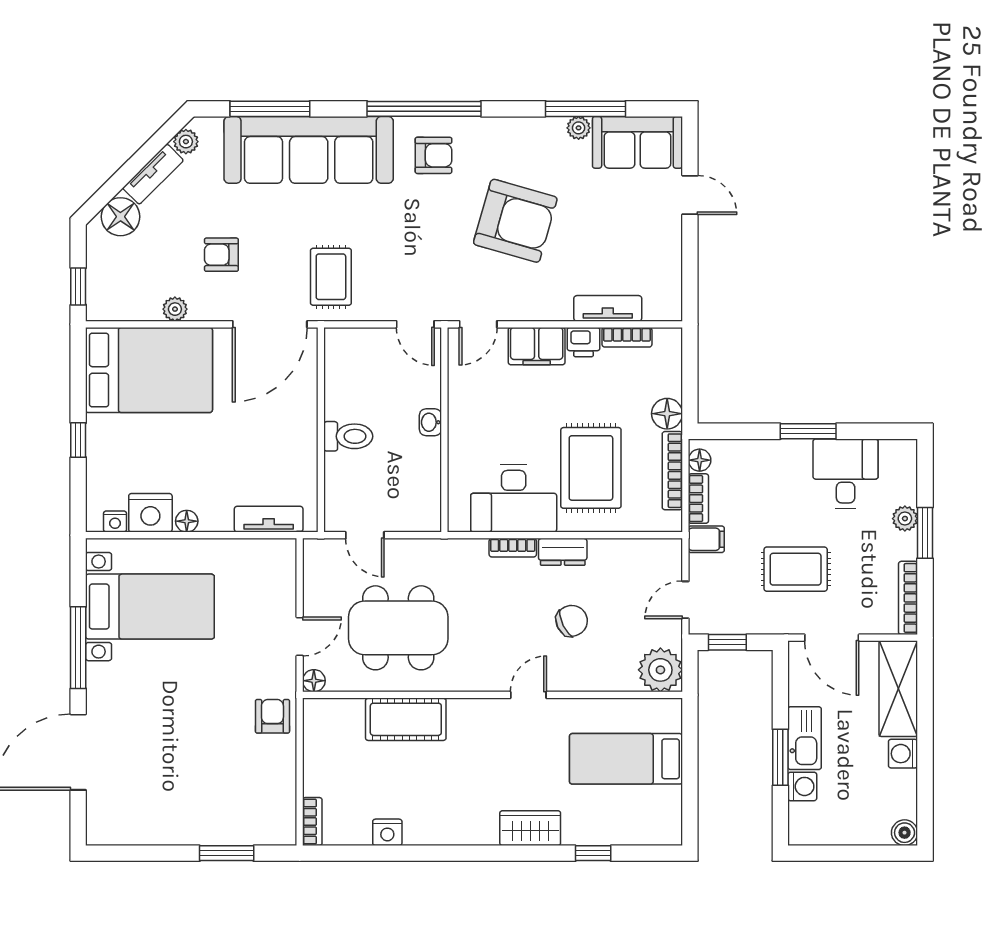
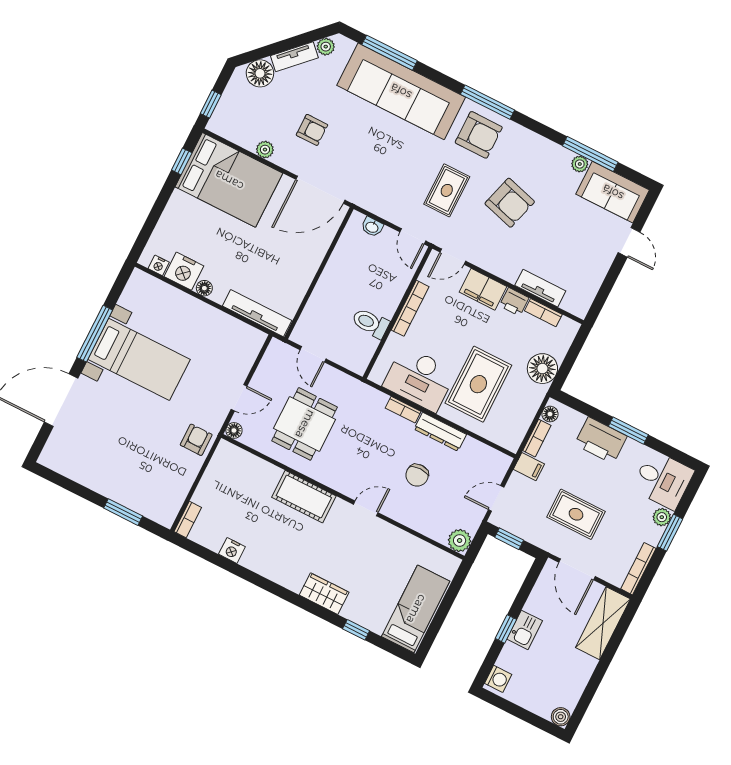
window: (424, 109) -> (488, 102), width x0.68
armchair: (433, 155) -> (479, 135), width x1.38, depth x1.38
armchair: (515, 221) -> (510, 203), width x0.73, depth x0.73
armchair: (221, 255) -> (312, 130), turned 180
rug: (331, 277) -> (447, 190), moved
floor lamp: (667, 414) -> (542, 369), width x1.38, depth x1.38
washbasin: (430, 422) -> (372, 227), moved, turned -90
toilet: (348, 436) -> (370, 323), moved, turned 180
window: (78, 440) -> (182, 161), moved
printer: (780, 461) -> (601, 440), added
bookcase: (672, 471) -> (410, 308), moved, turned 180
desk: (846, 474) -> (663, 480), moved, turned 90
tv unit: (269, 519) -> (257, 313), width x1.41
dresser: (563, 552) -> (440, 432), width x1.44
bed with nightstands: (150, 607) -> (139, 359), moved
chair: (572, 621) -> (417, 475), turned 116
dining table: (398, 628) -> (305, 424), width x0.73
plant: (660, 670) -> (460, 541), width x0.73, depth x0.73
cot: (406, 719) -> (304, 497), moved
kitchen sink: (805, 738) -> (525, 630), width x0.73
washing machine: (903, 754) -> (585, 666), removed
window: (780, 757) -> (506, 629), width x0.67
bed: (626, 759) -> (416, 609), moved, turned 90
washing machine: (802, 786) -> (498, 679), moved

